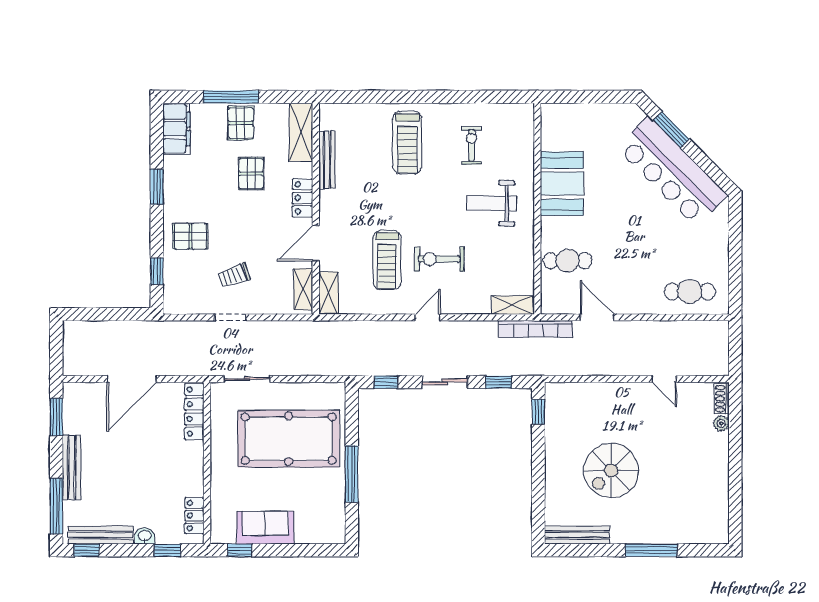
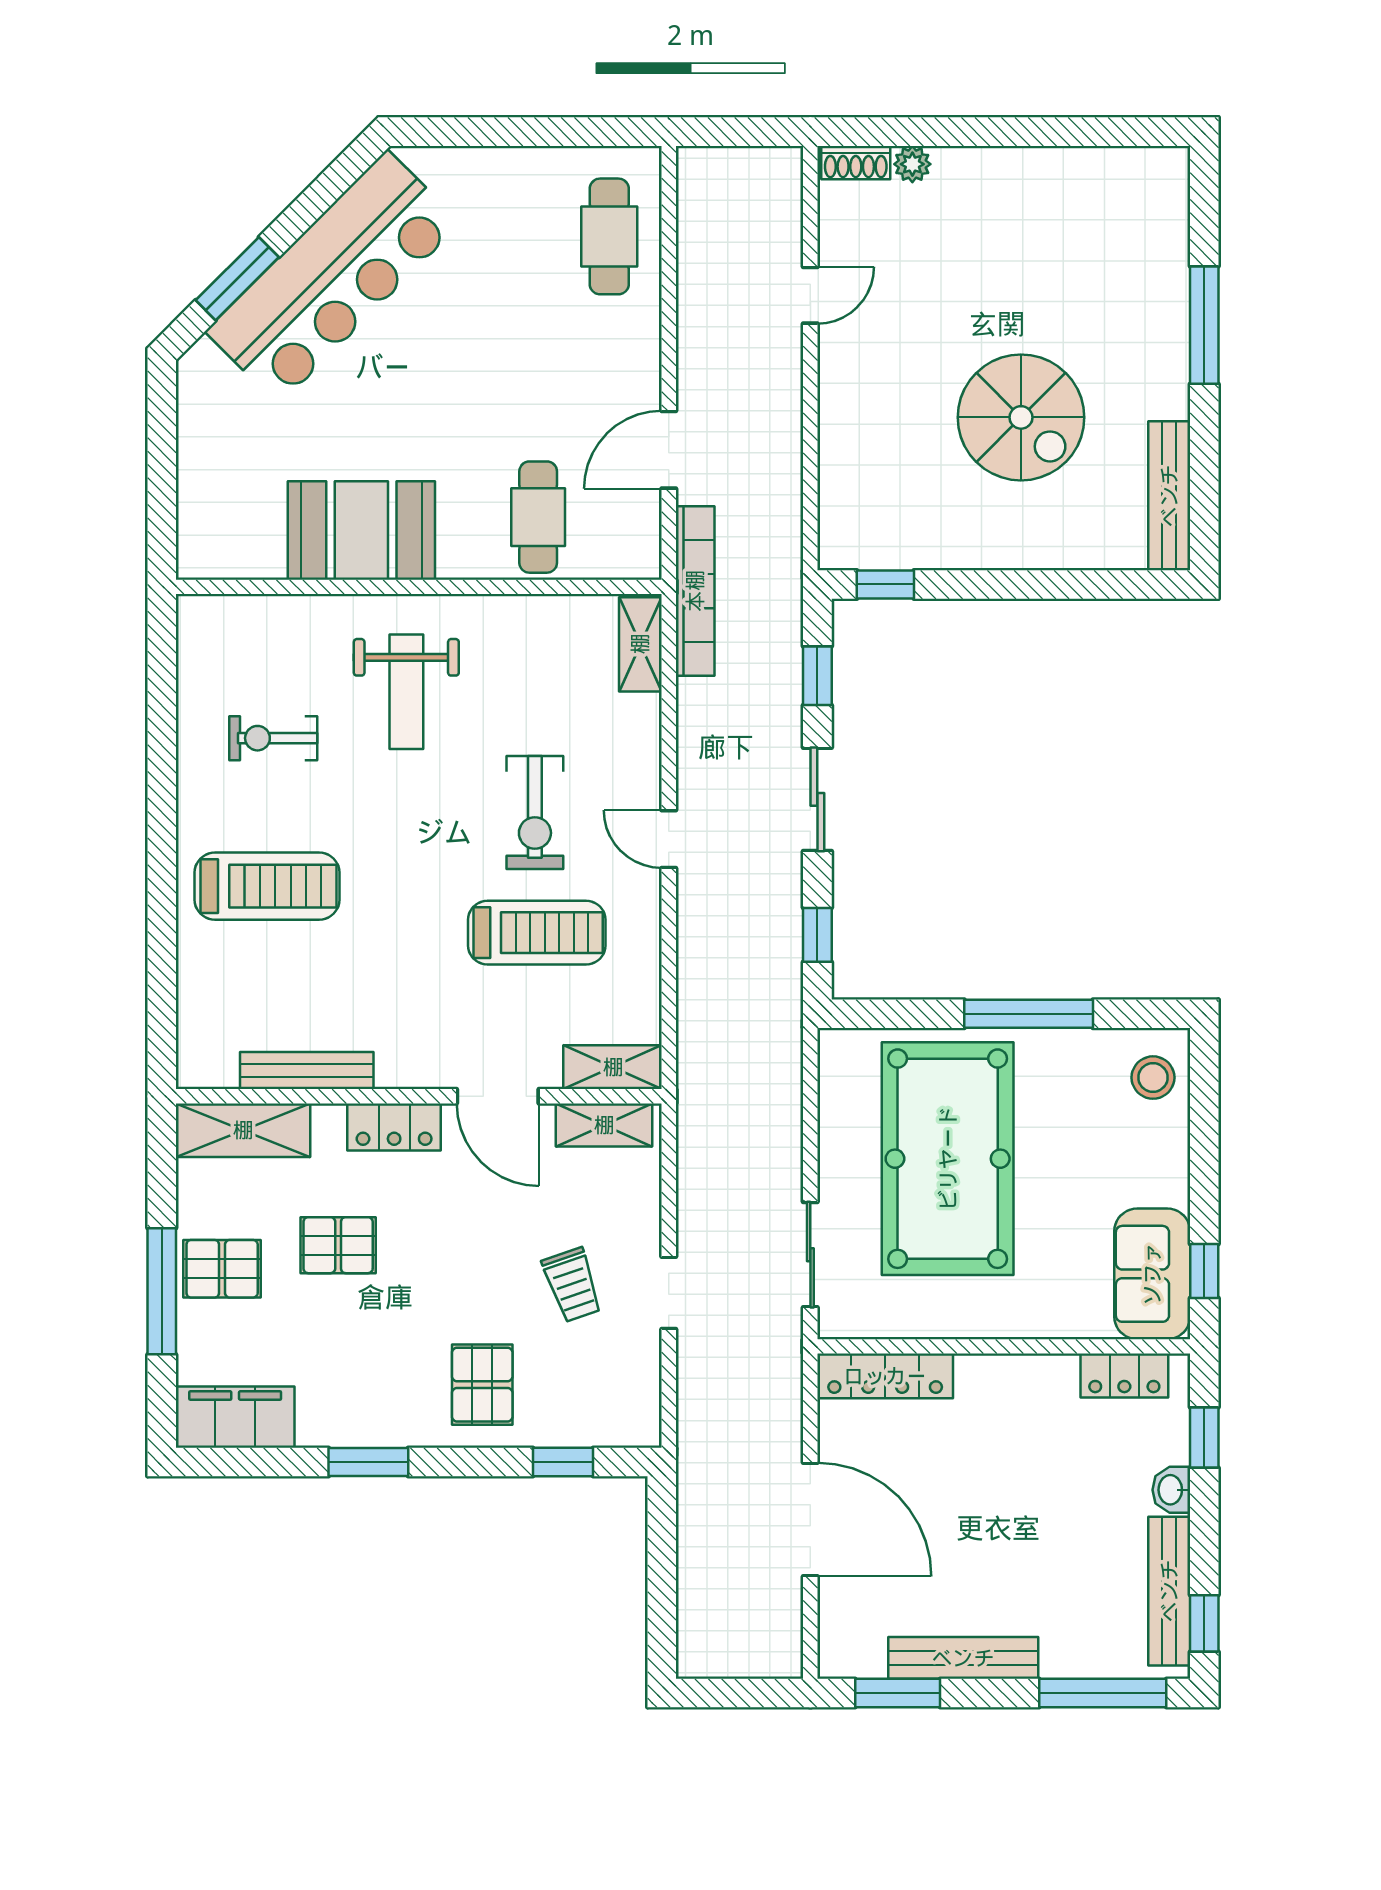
bench: (72, 468) -> (963, 1658), moved
sofa: (265, 528) -> (1152, 1274), moved
stool: (324, 528) -> (1153, 1078), added

